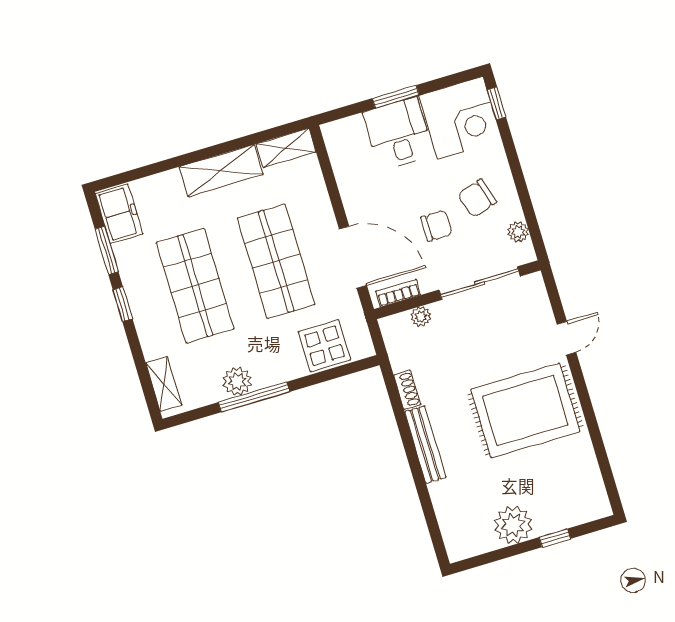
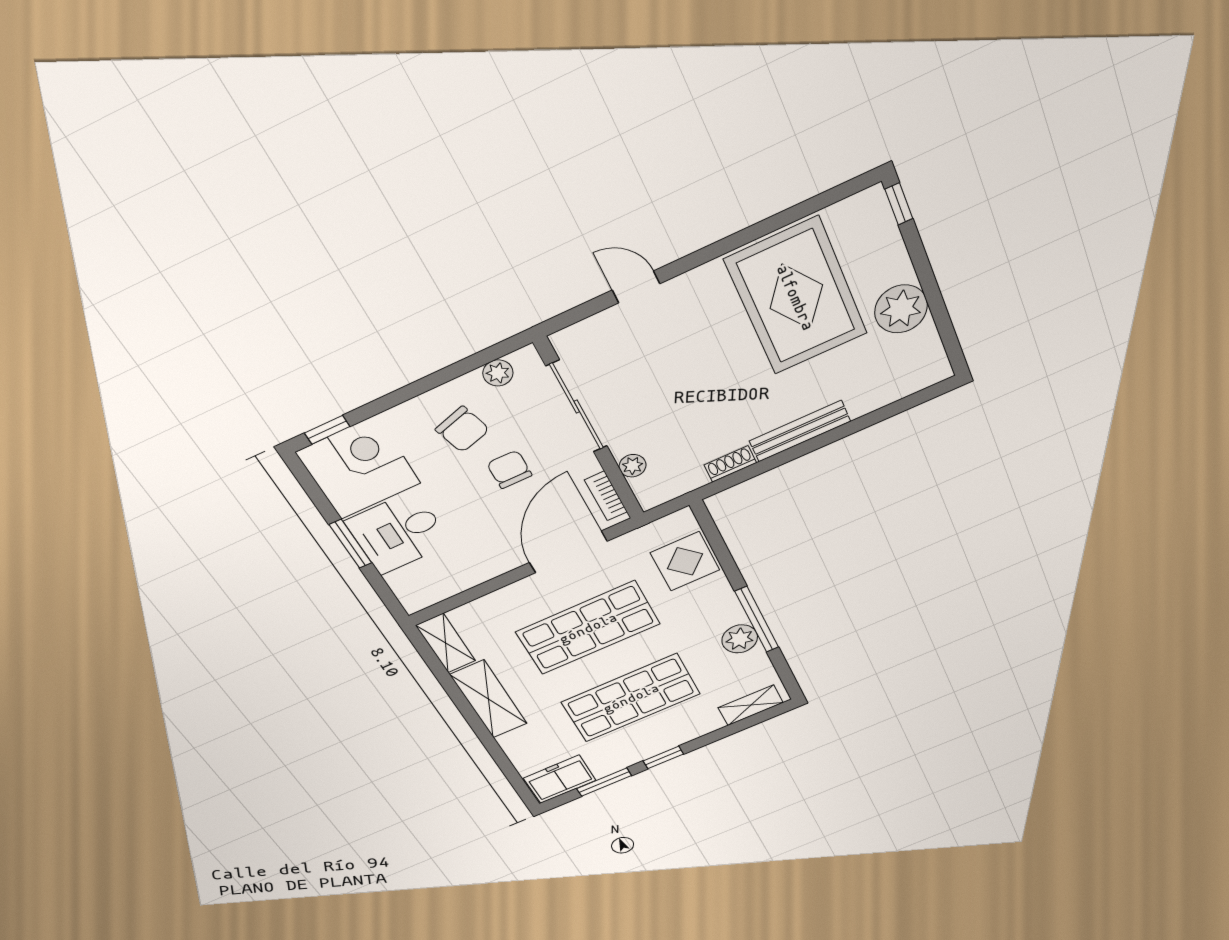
rug: (525, 410) -> (796, 297), moved
window: (555, 538) -> (899, 204), moved

